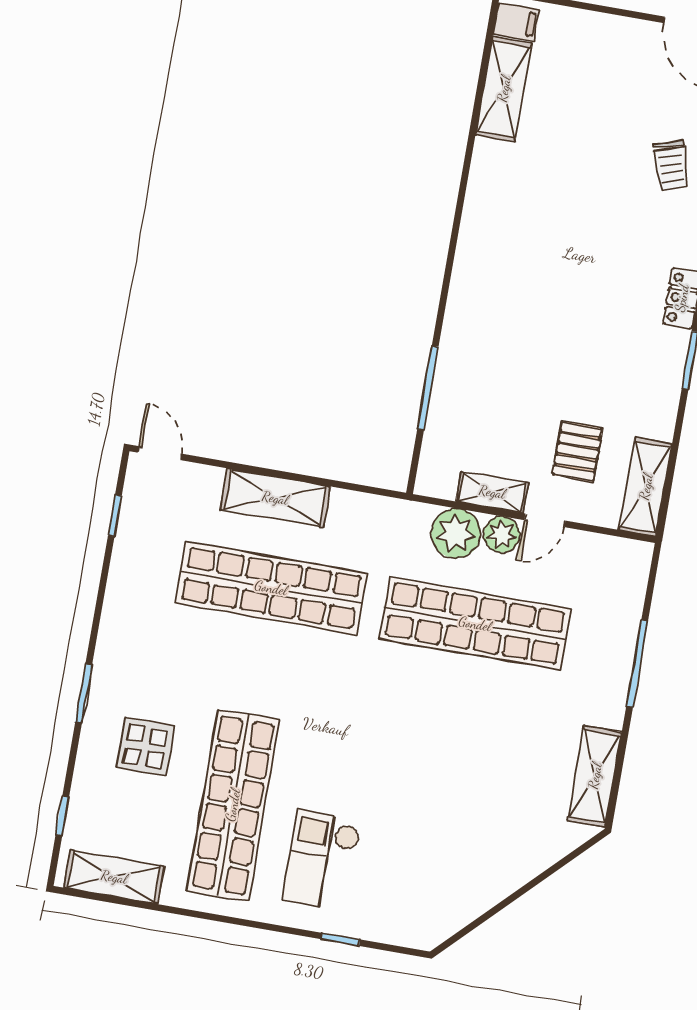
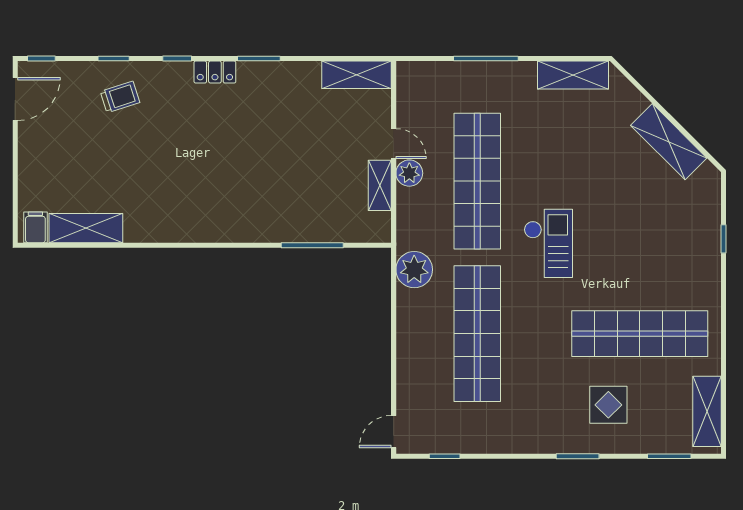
pallet: (577, 451) -> (339, 129), removed
shelving: (275, 498) -> (669, 142), moved, turned -45
plant: (456, 533) -> (414, 270), moved
window: (62, 816) -> (669, 456), width x1.50
checkout: (322, 860) -> (548, 243), moved, turned -90

